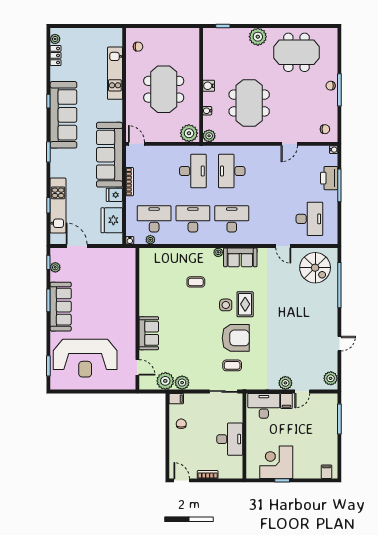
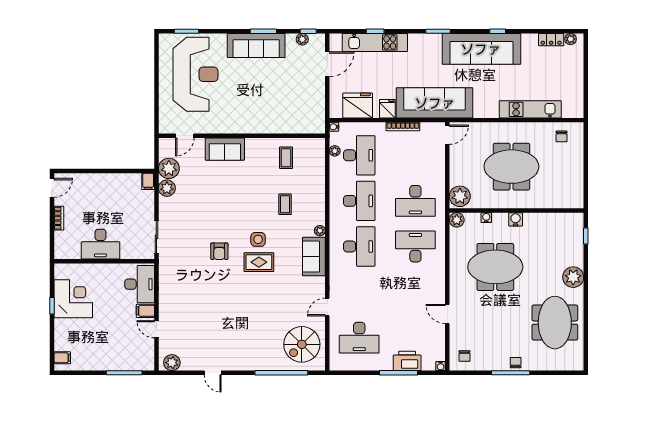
armchair: (236, 338) -> (219, 251), width x0.53, depth x0.53
reception desk: (85, 358) -> (196, 74), turned 180
coffee table: (232, 365) -> (286, 158), moved
plant: (285, 383) -> (166, 310), removed
chair: (181, 424) -> (118, 187), removed

